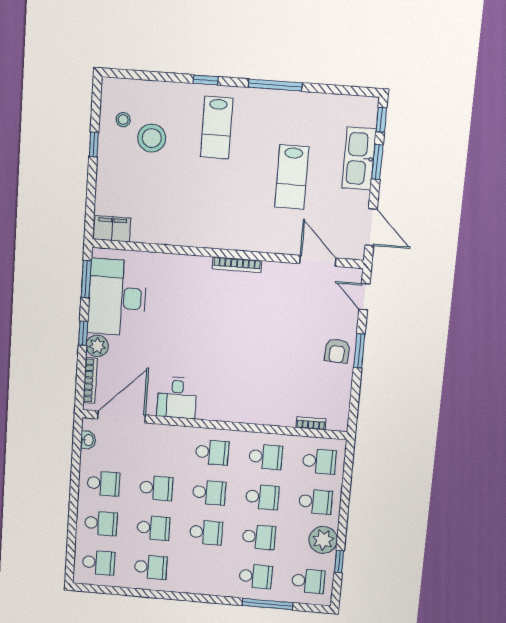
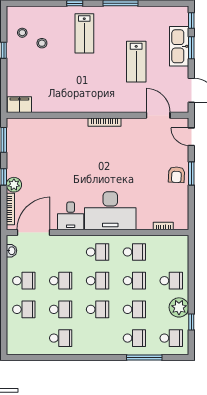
stool: (152, 138) -> (42, 43), width x0.53, depth x0.53
desk: (117, 298) -> (110, 211), moved, turned -90
school desk: (319, 461) -> (171, 252), removed
school desk: (99, 563) -> (24, 338), removed

